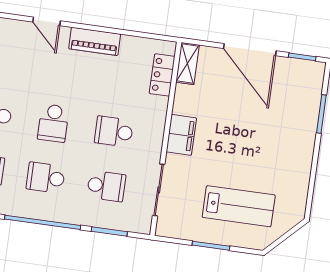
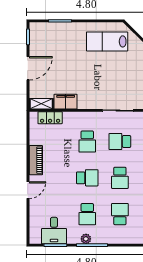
door: (250, 50) -> (28, 68), width x0.73
filing cabinet: (181, 135) -> (66, 102), moved
school desk: (106, 186) -> (120, 141), turned -90
lab bench: (239, 206) -> (107, 41), moved, turned -90

